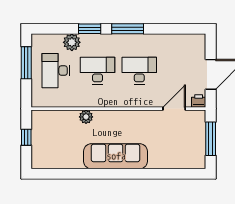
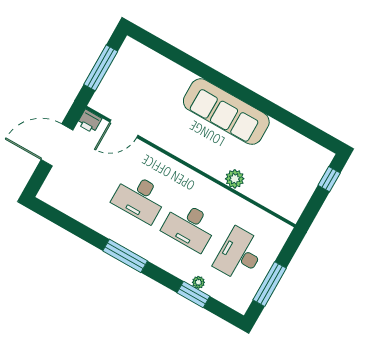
window: (90, 29) -> (193, 294), moved
plant: (72, 42) -> (198, 282), width x0.53, depth x0.53
desk: (56, 71) -> (240, 255), turned 180
window: (26, 137) -> (329, 179), moved

